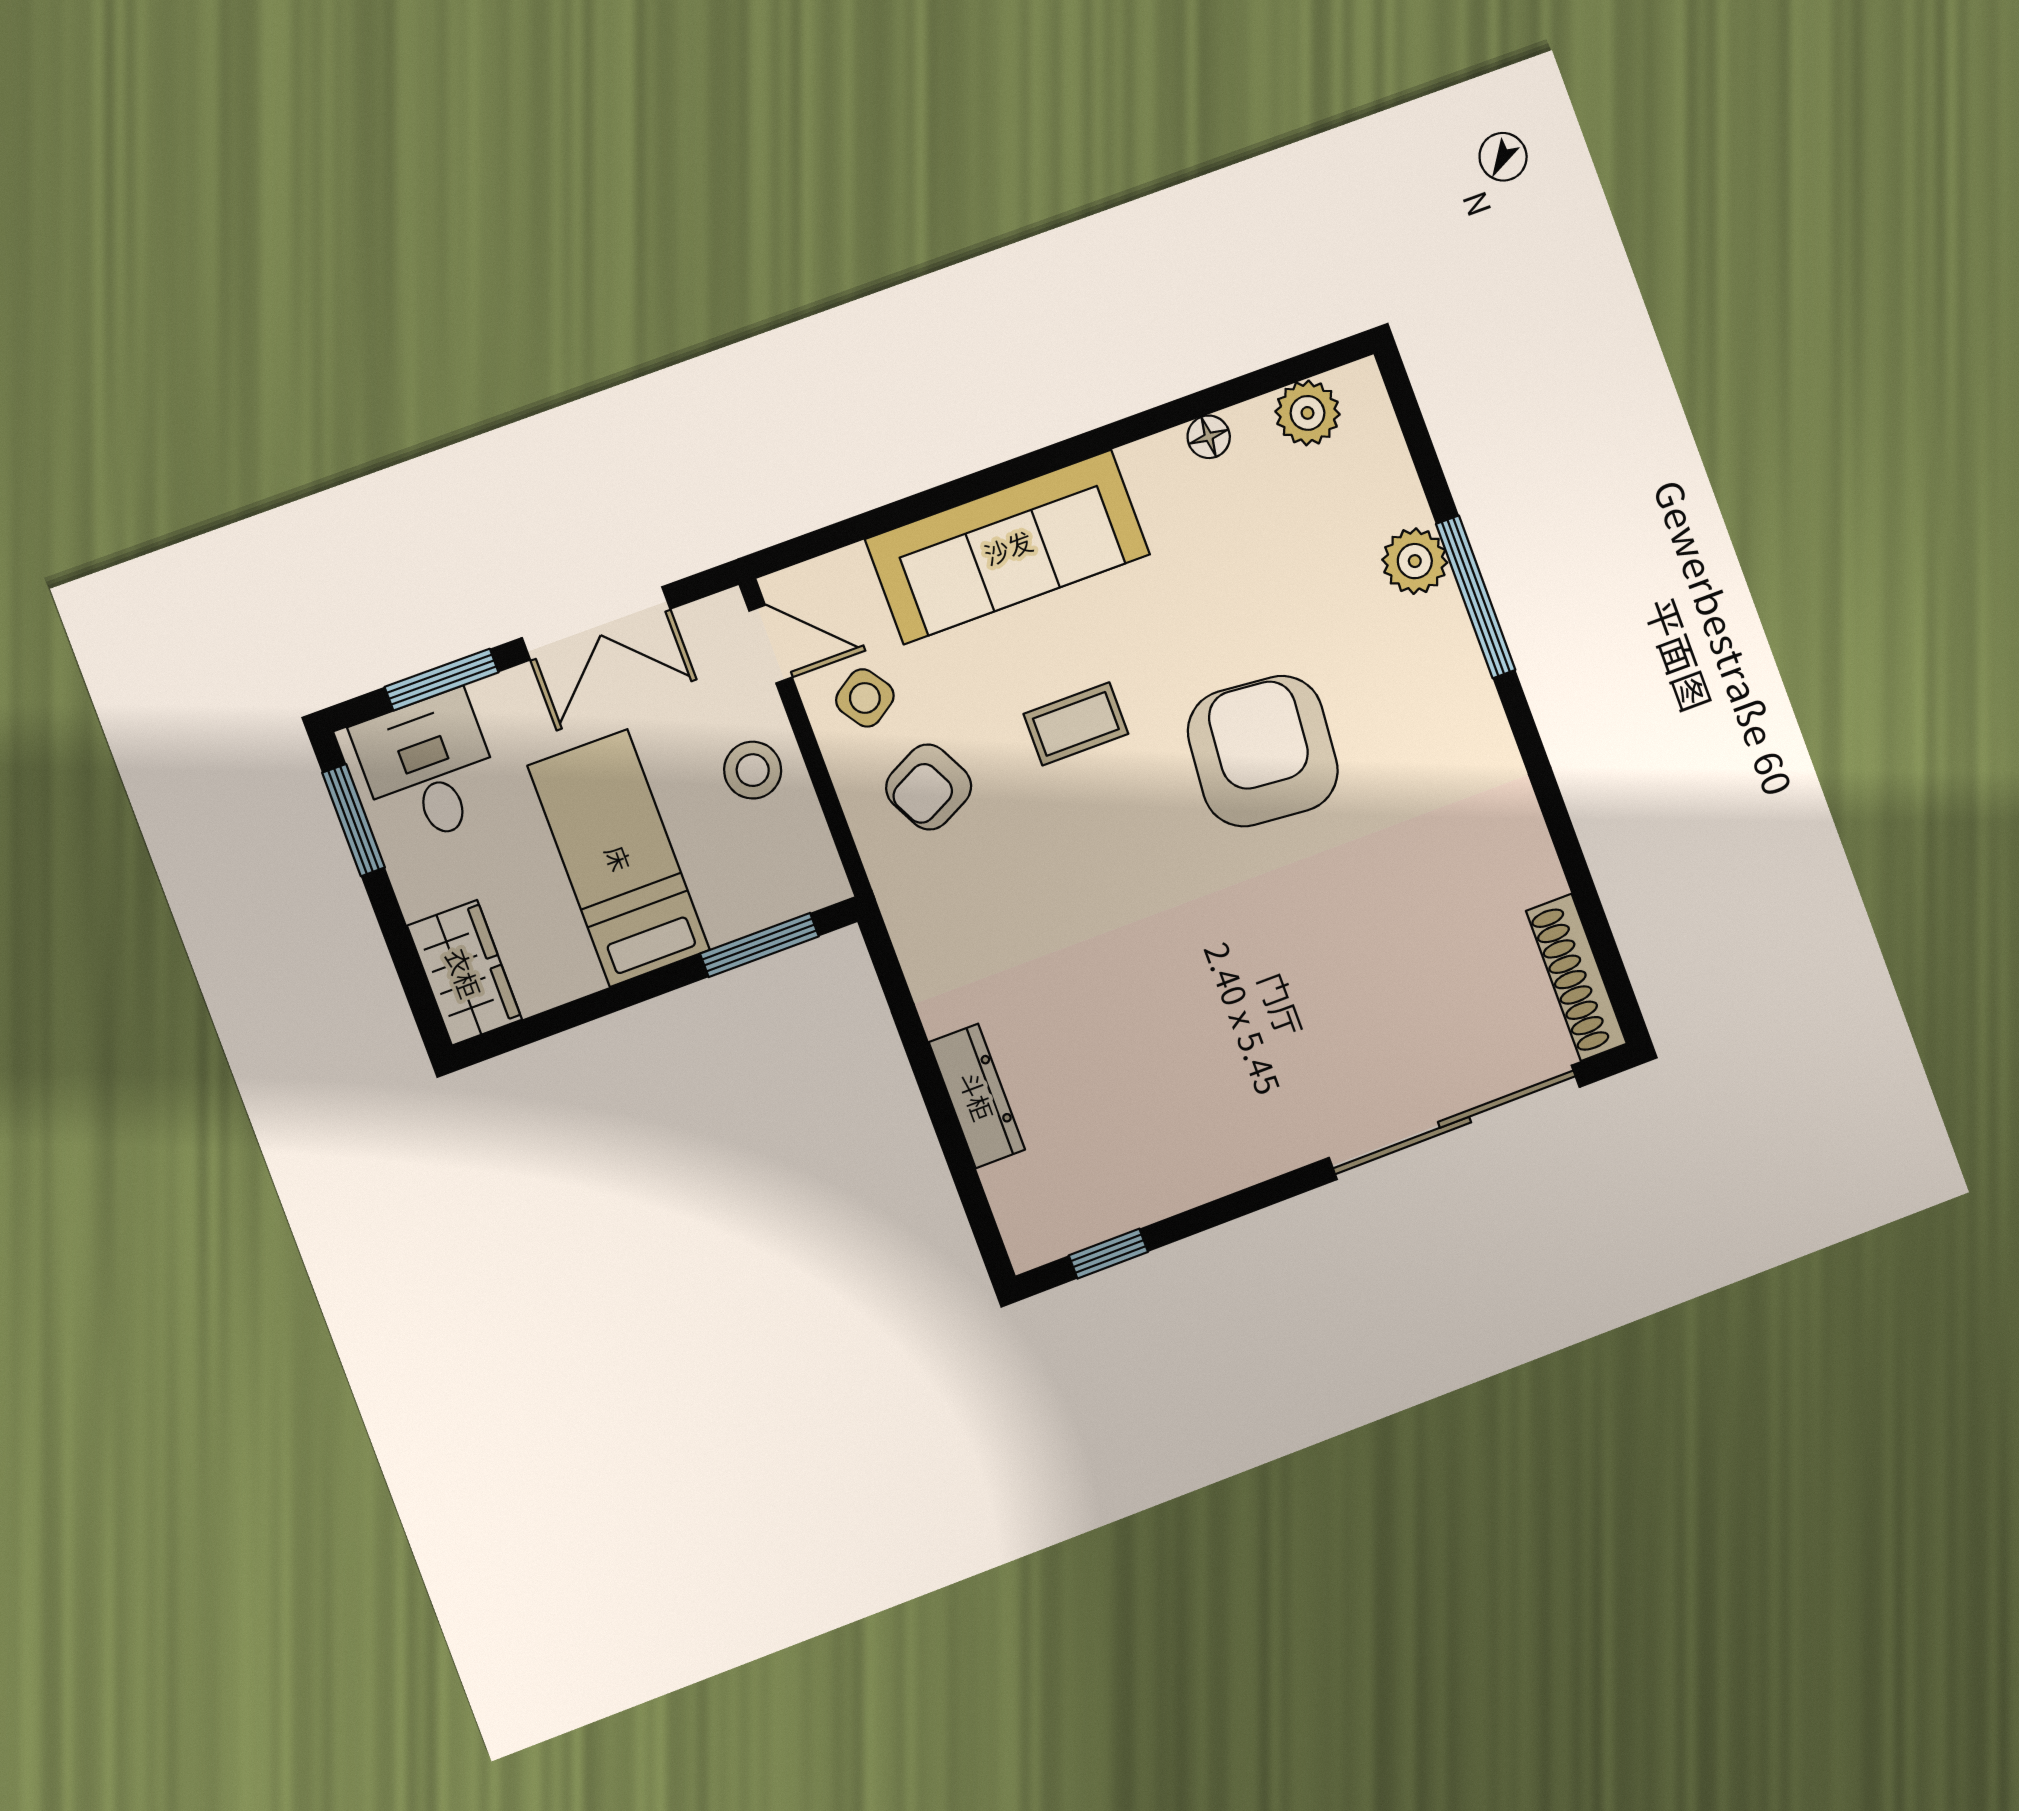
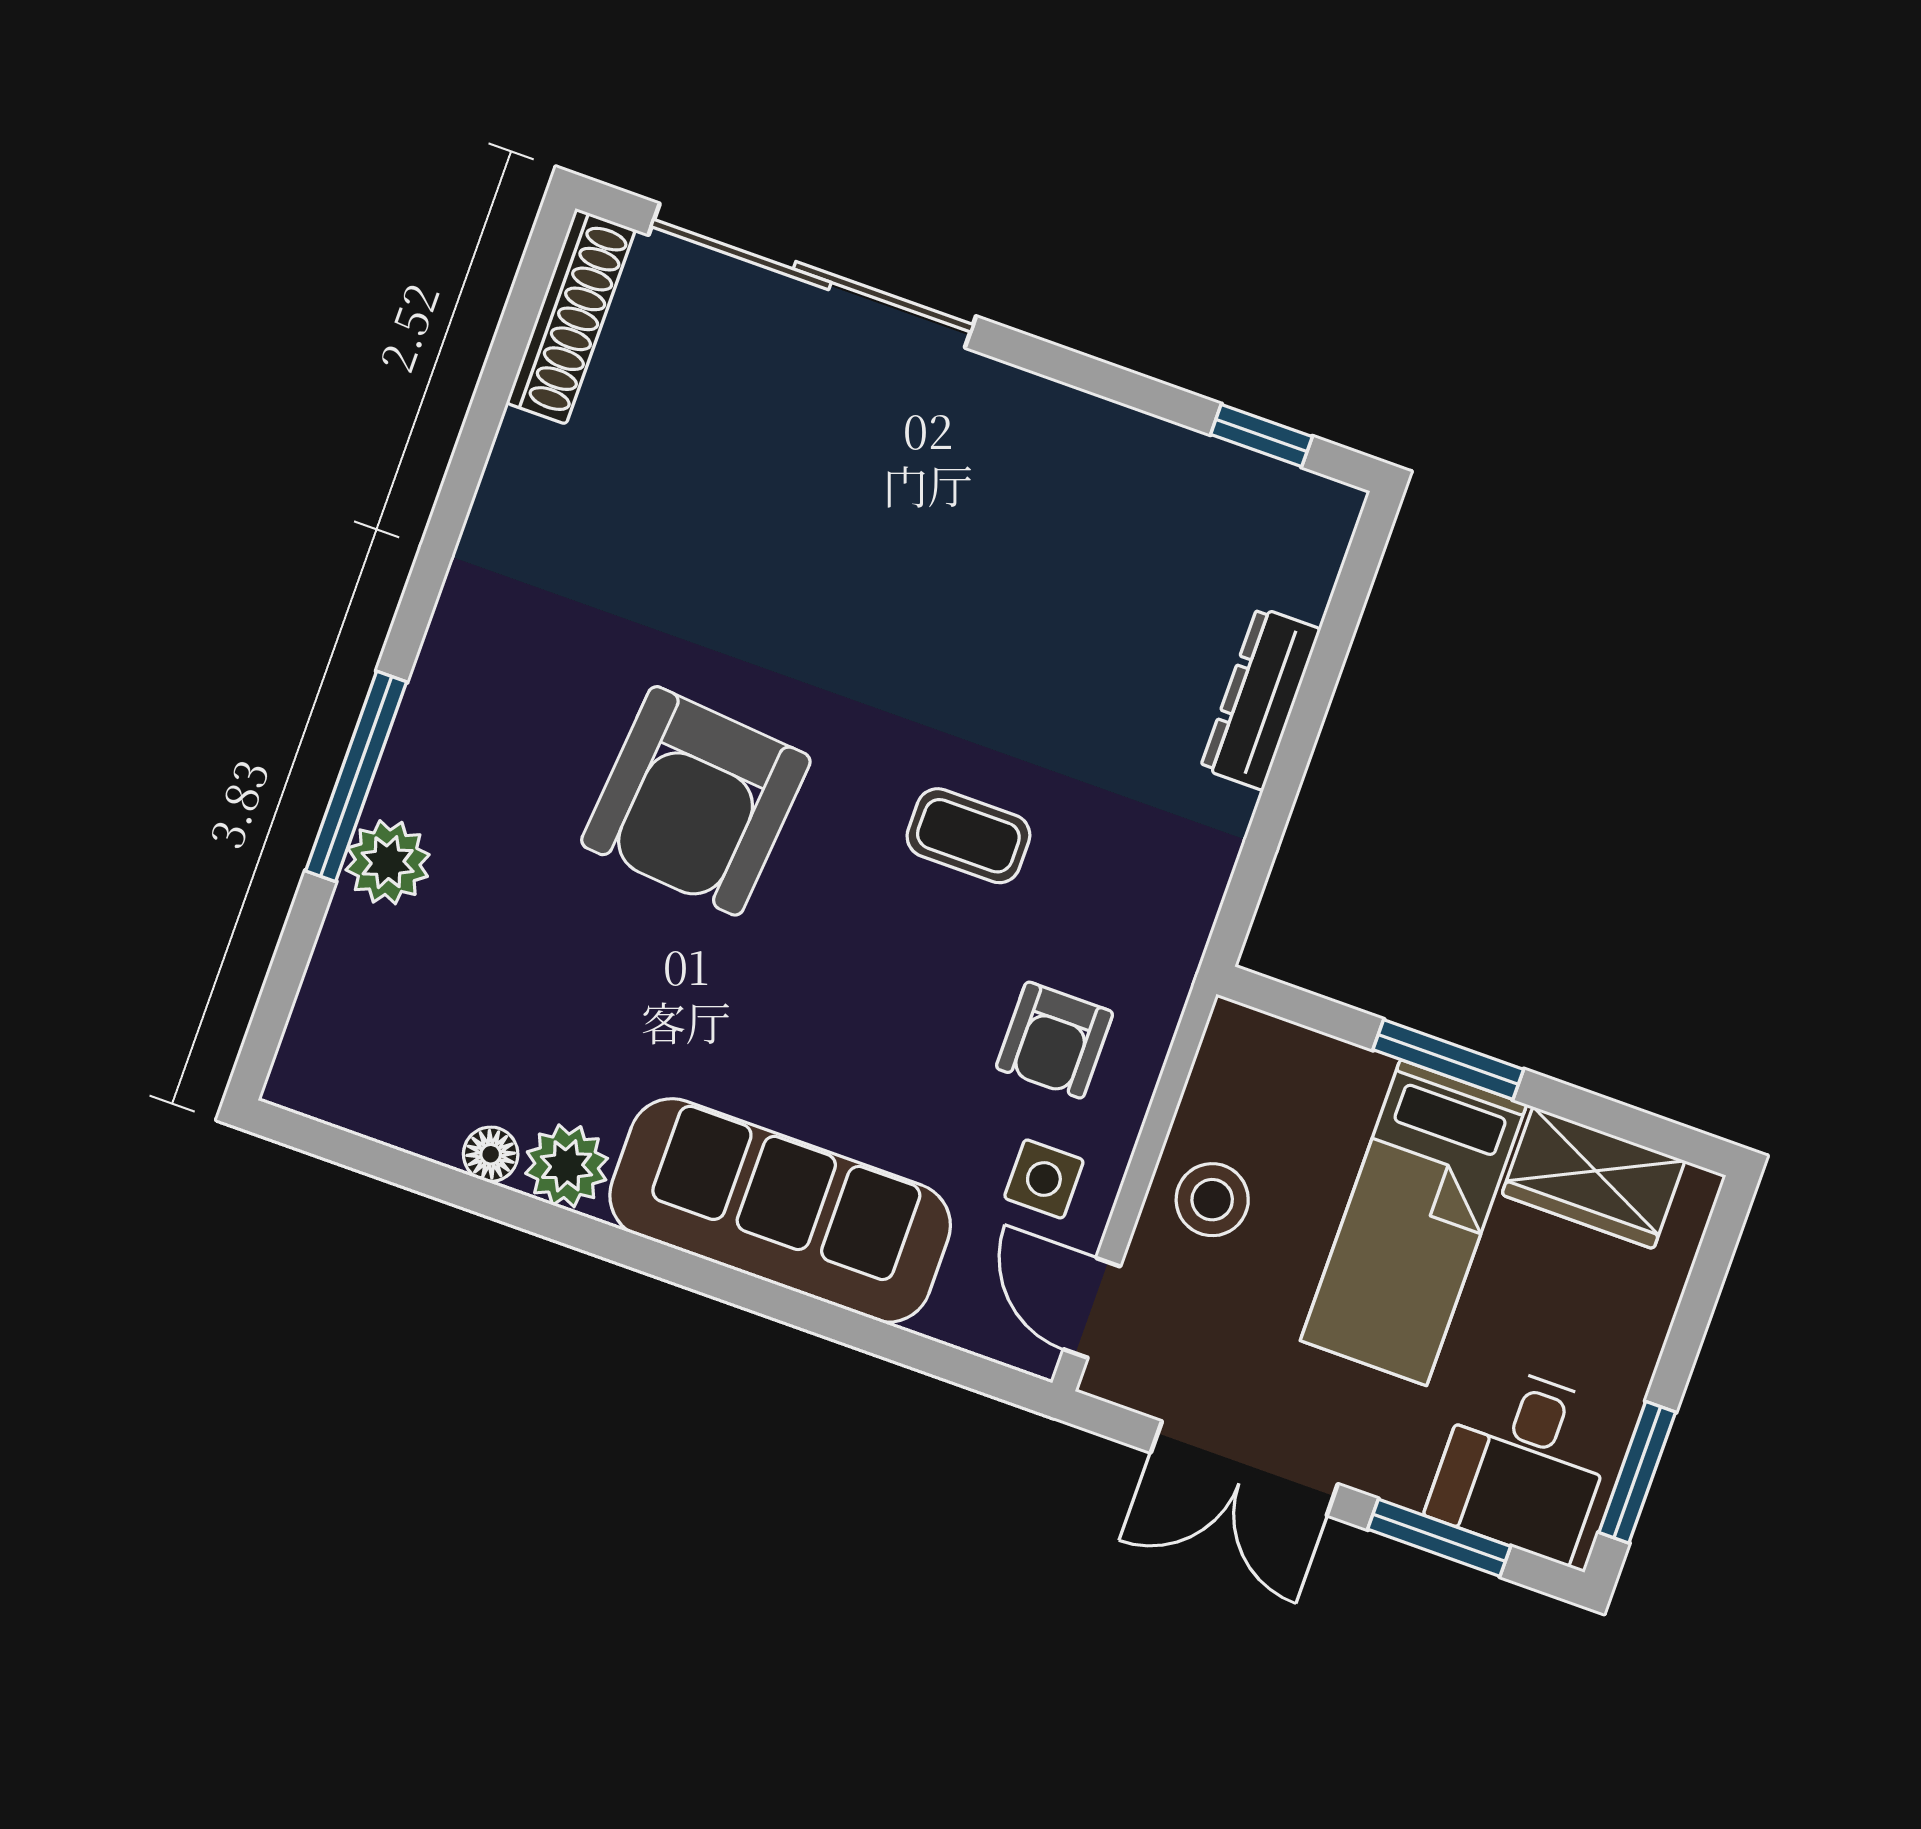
plant: (1308, 413) -> (567, 1166), moved
double door: (596, 623) -> (1244, 1468), swing flipped
side table: (865, 698) -> (1044, 1179), turned 34
coffee table: (1076, 724) -> (968, 836), moved
armchair: (929, 787) -> (1054, 1040), turned 117
window: (759, 945) -> (1448, 1060), moved
wardrobe: (464, 973) -> (1593, 1178), moved, turned -90

